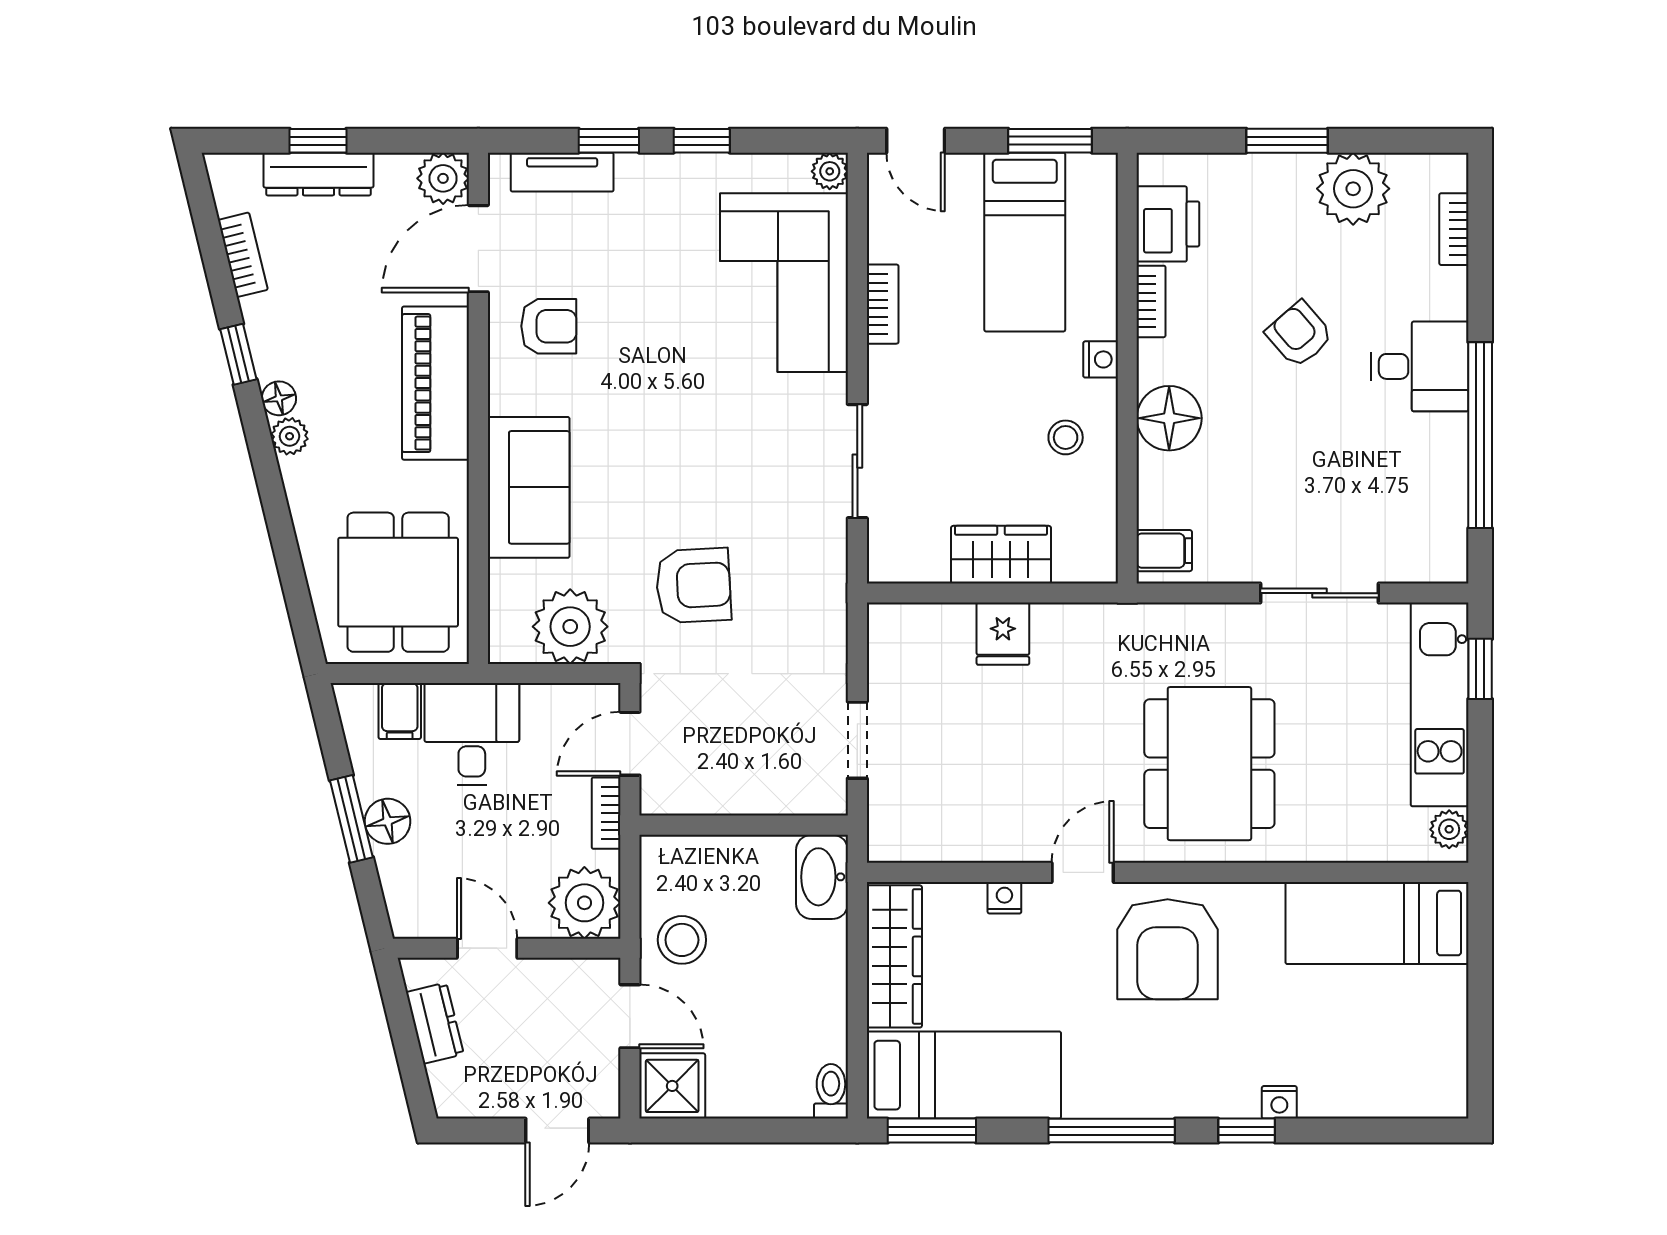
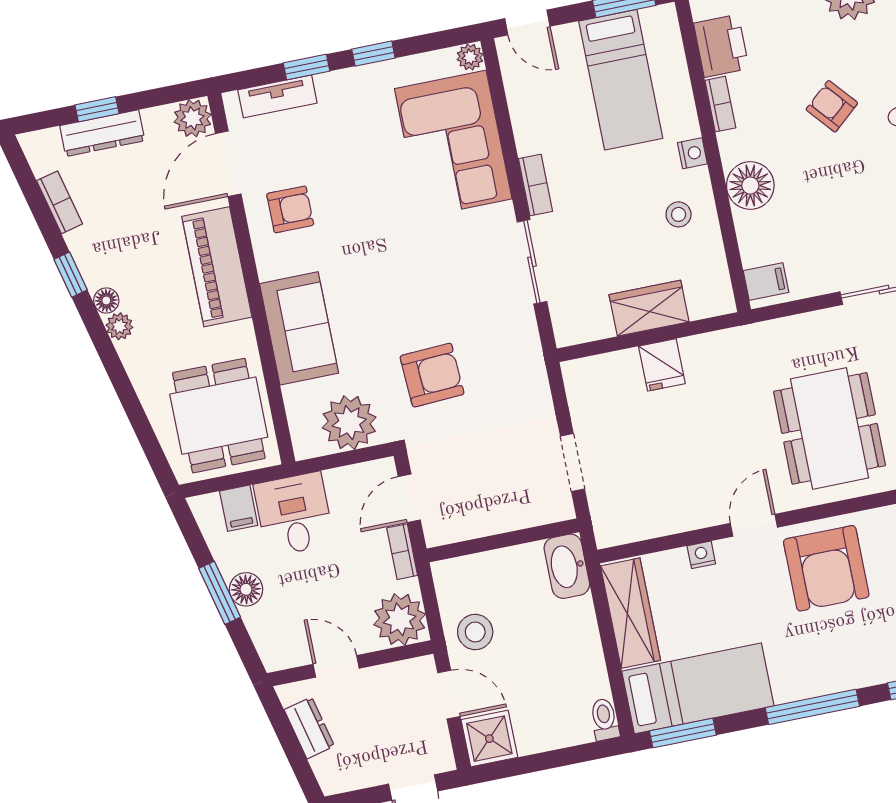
bookcase: (883, 304) -> (535, 185), moved

